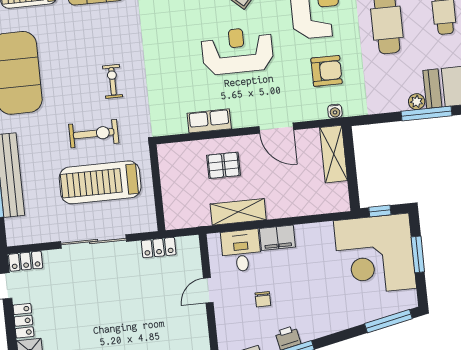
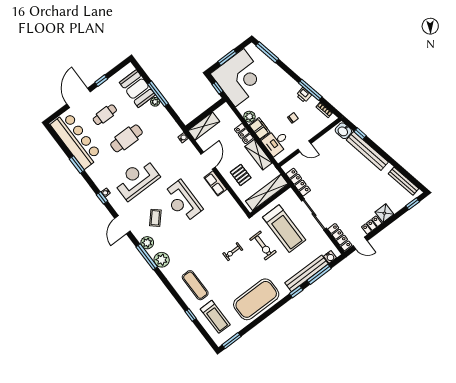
armchair: (327, 71) -> (166, 153), removed
row of seats: (209, 121) -> (215, 183), moved
exercise bike: (94, 134) -> (263, 246), turned 180
shelving: (172, 189) -> (267, 192), added
locker: (285, 209) -> (244, 134), added
water cooler: (13, 227) -> (330, 257), added
plant: (306, 234) -> (249, 117), added
locker: (159, 248) -> (298, 182), width x1.53
locker: (26, 261) -> (340, 237), width x1.53

